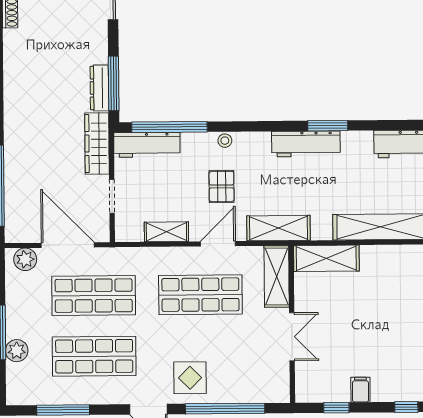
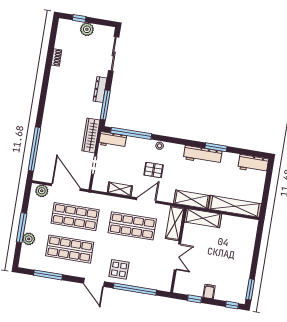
dresser: (99, 88) -> (100, 89), moved
workbench: (147, 145) -> (113, 140), width x0.73
pallet: (222, 186) -> (154, 170), turned 90
shelving: (278, 228) -> (192, 199), moved

